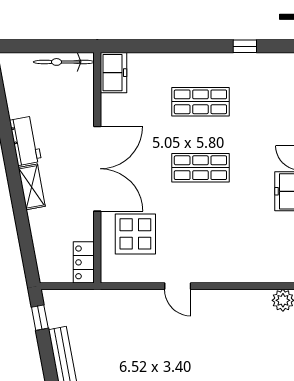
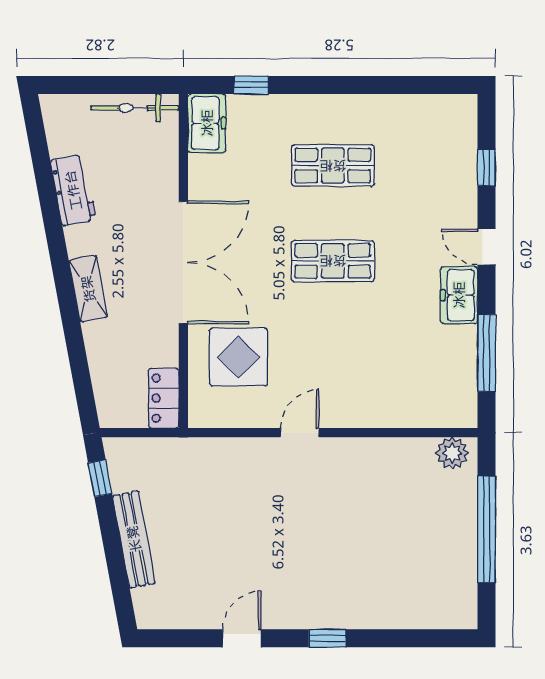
window: (245, 46) -> (251, 85), moved
workbench: (25, 141) -> (73, 190), moved
door: (178, 286) -> (300, 433), swing flipped

